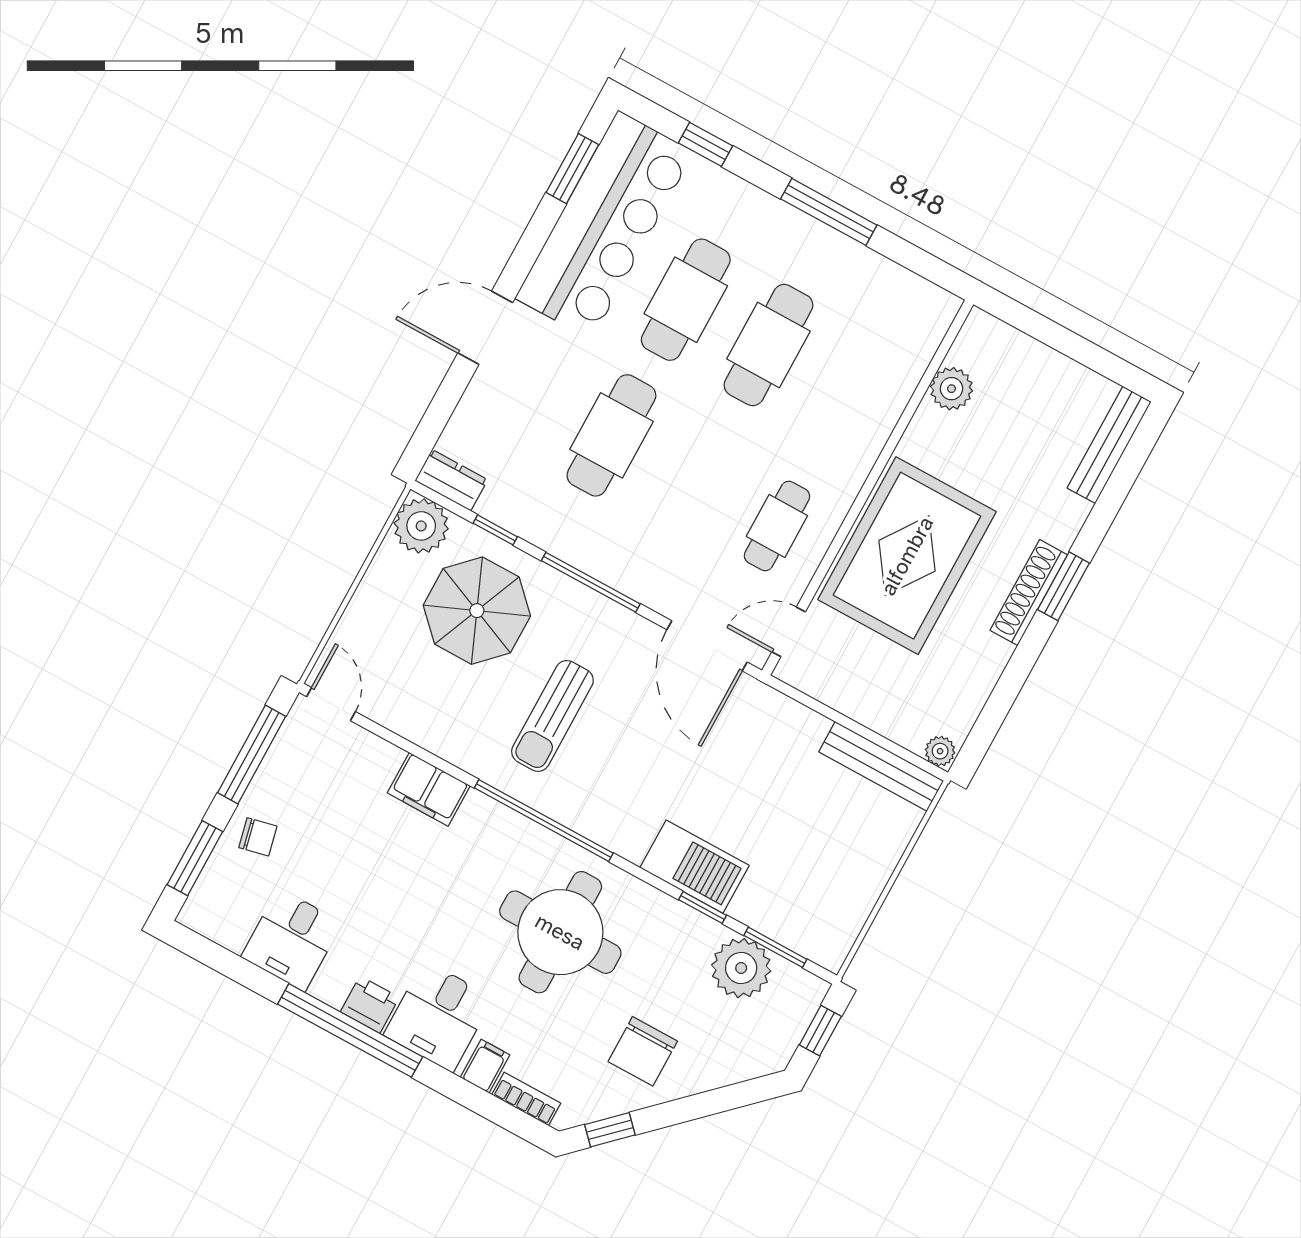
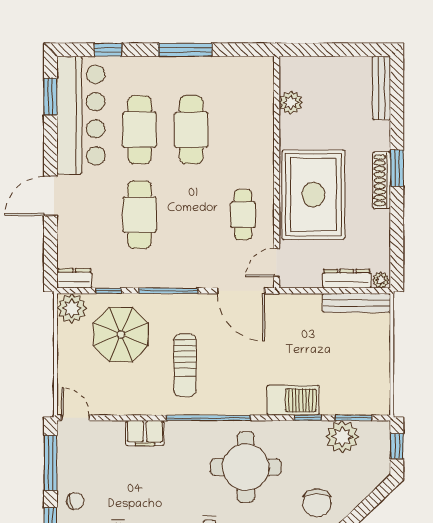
dresser: (887, 719) -> (347, 279), added

